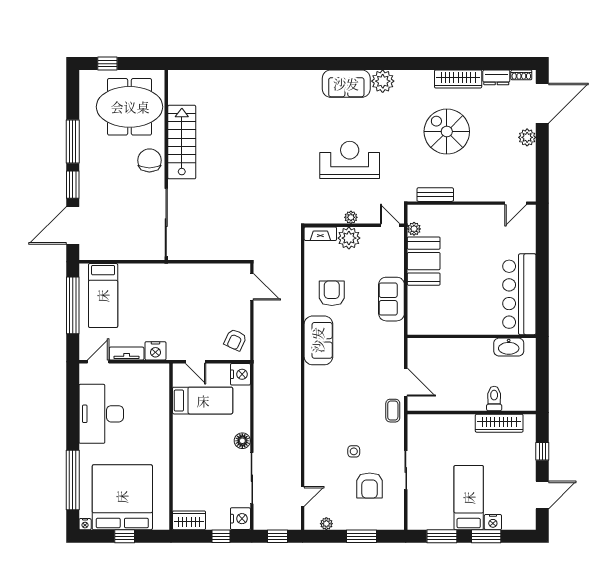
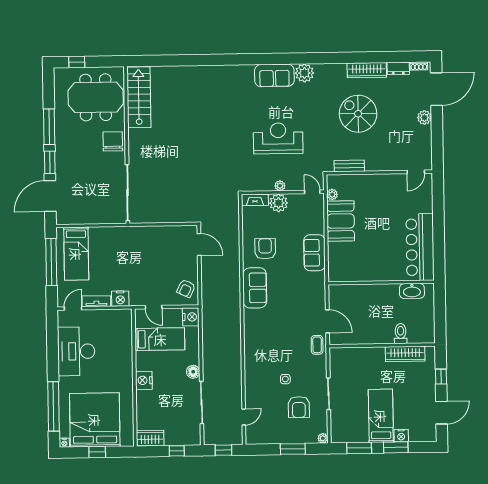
stairs: (182, 142) -> (139, 97), moved
nightstand: (240, 519) -> (144, 380), moved, turned 180
plant: (326, 524) -> (323, 438), moved

